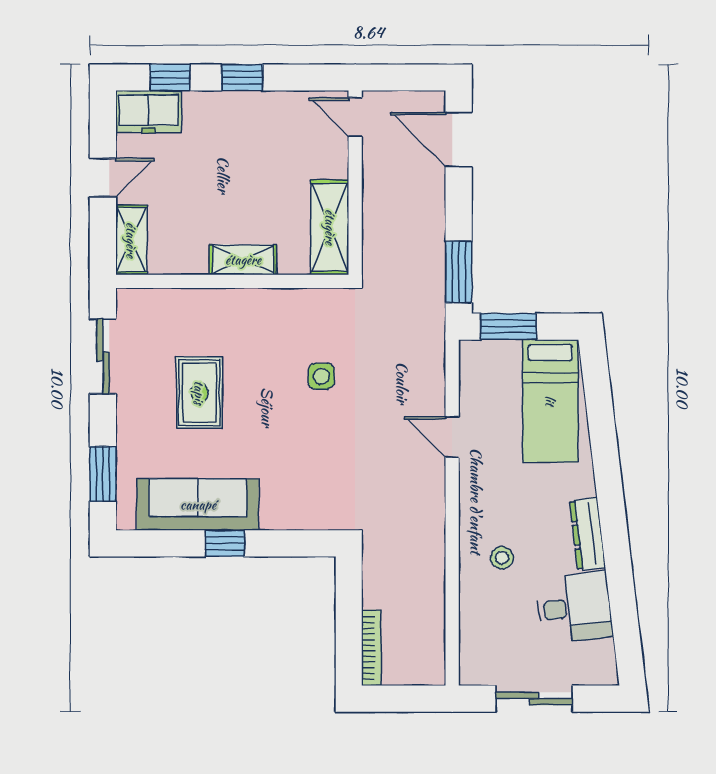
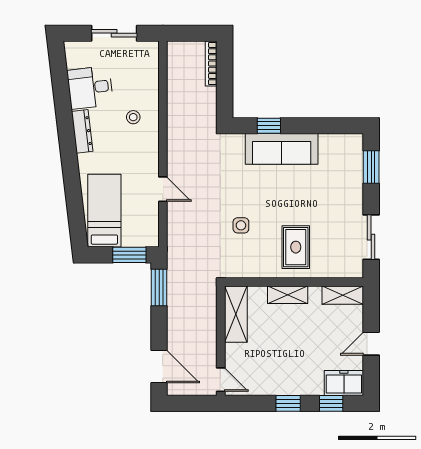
shelving: (131, 240) -> (343, 295), moved, turned 90
rug: (199, 393) -> (296, 247), moved
sofa: (198, 505) -> (282, 149), moved
window: (225, 543) -> (269, 126), moved

